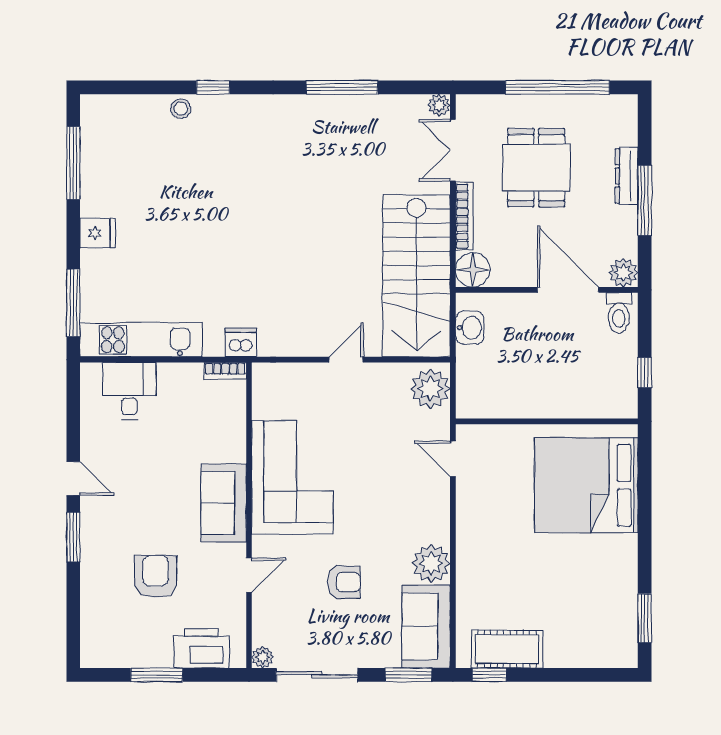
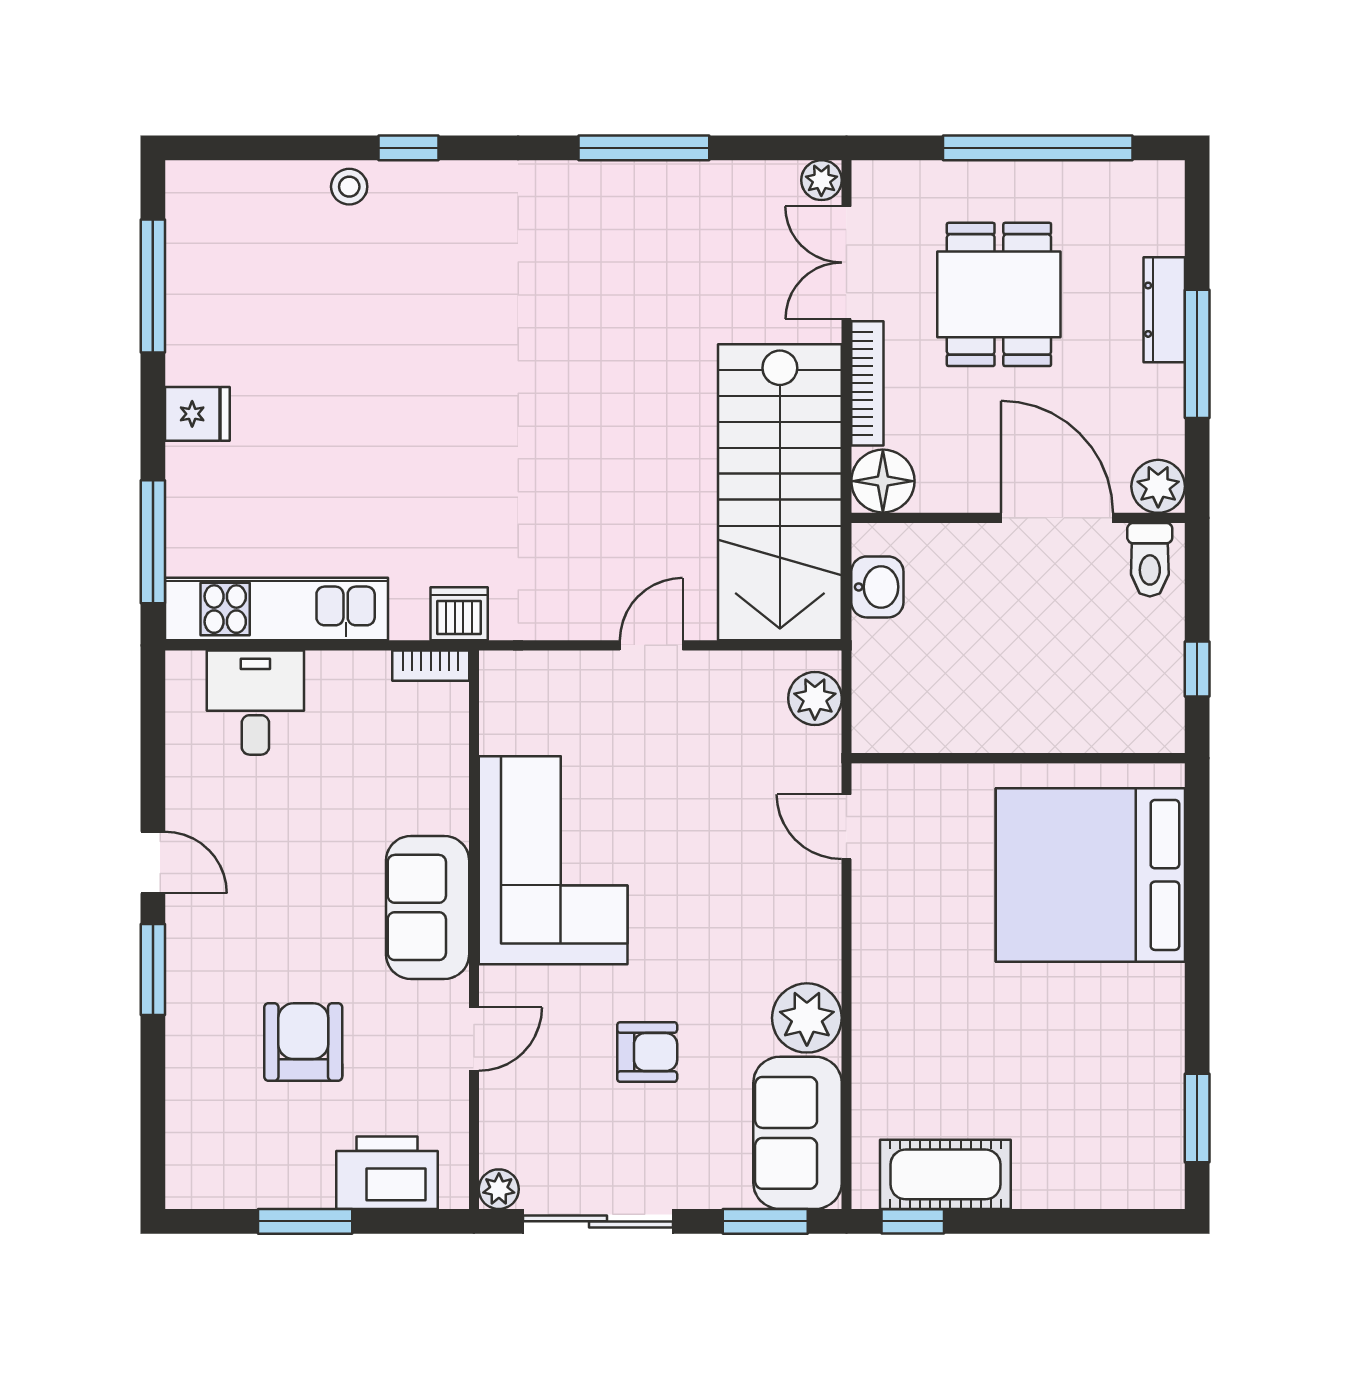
plant: (430, 389) -> (815, 698), width x0.73, depth x0.73

